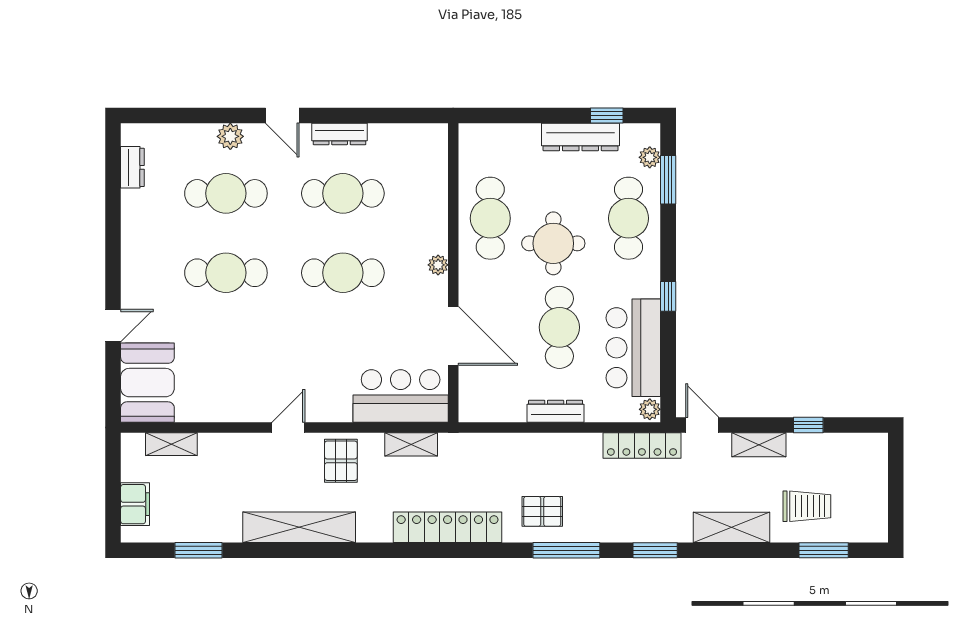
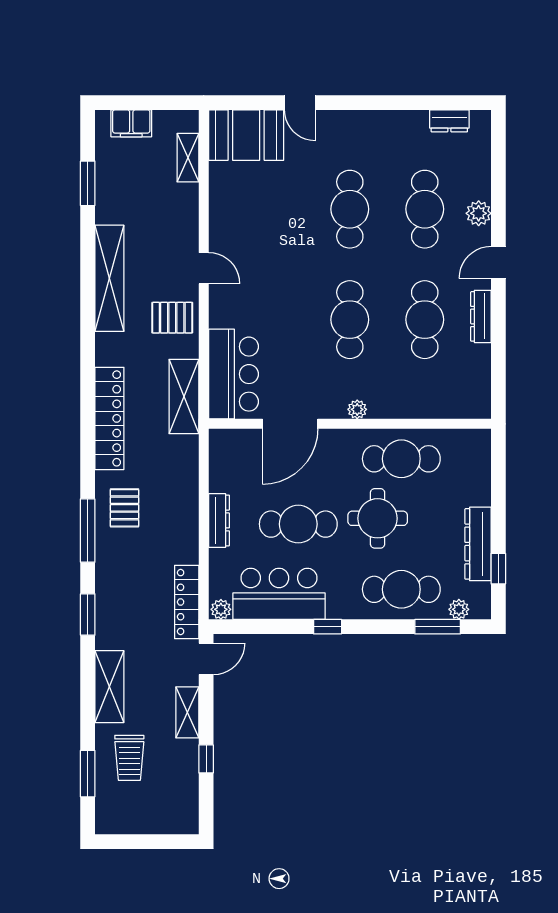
shelving: (411, 444) -> (184, 397), width x1.50, depth x1.33

